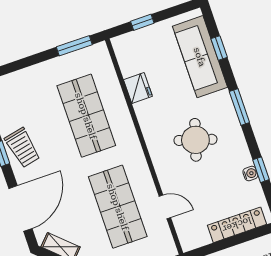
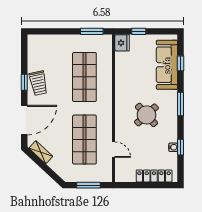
fridge: (138, 88) -> (122, 43), moved
round table: (195, 140) -> (146, 115), turned 31

